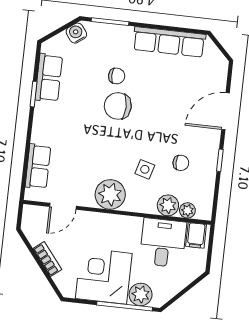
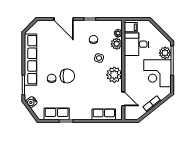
row of seats: (169, 42) -> (31, 60), width x1.36
chair: (118, 106) -> (67, 76), turned -90

